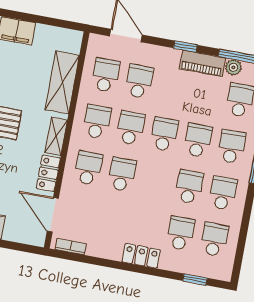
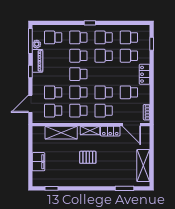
door: (53, 215) -> (132, 125), hinge flipped
school desk: (113, 221) -> (129, 92), added

